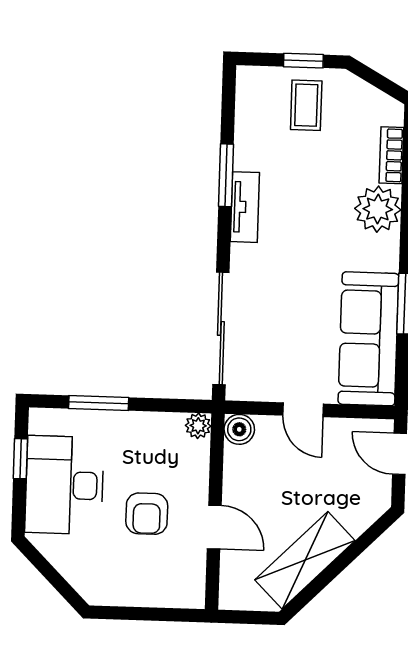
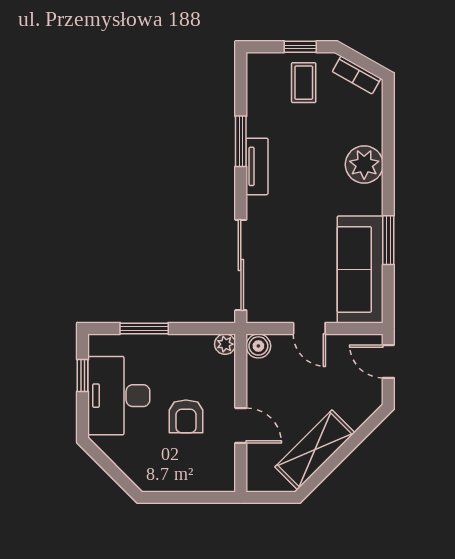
bookcase: (391, 155) -> (357, 75), moved, turned -61

